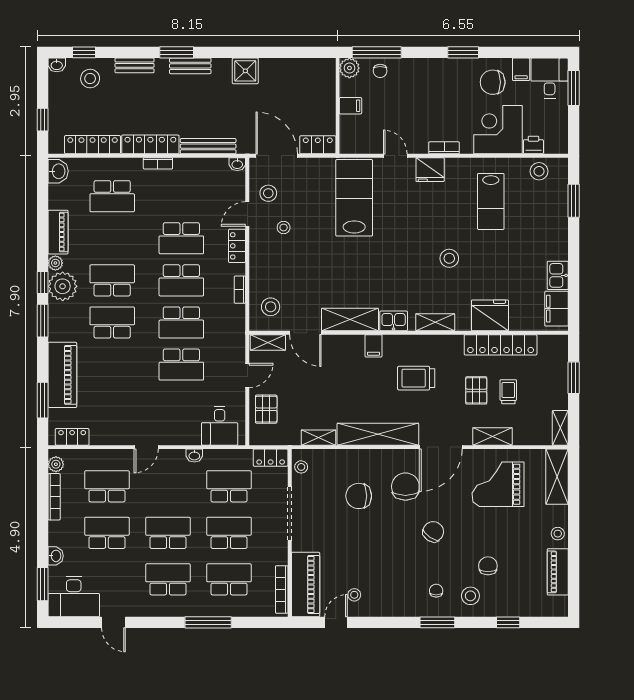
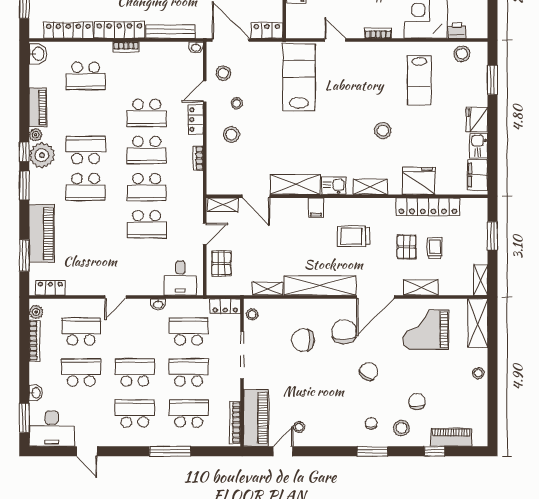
fridge: (430, 170) -> (477, 119), moved, turned 90
stool: (271, 307) -> (231, 135), moved
school desk: (112, 322) -> (86, 187), turned 180
piano: (558, 572) -> (451, 437), moved, turned 90

